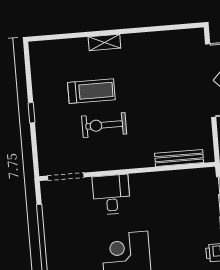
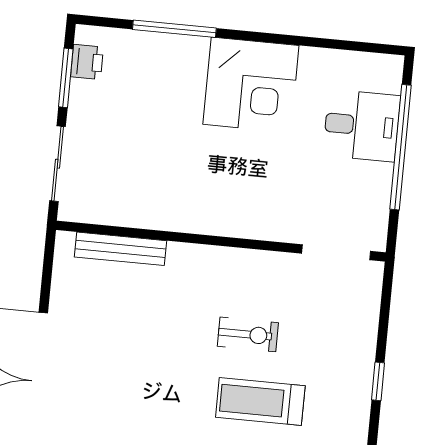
exercise bike: (104, 125) -> (248, 334), width x0.73, depth x0.72
desk: (111, 195) -> (362, 125), moved, turned -90

